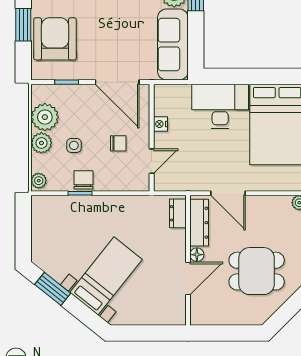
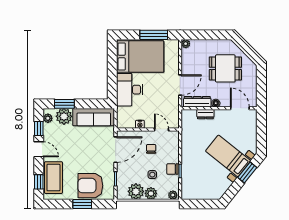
dresser: (178, 213) -> (205, 114), moved
dining table: (257, 271) -> (225, 68), turned 90
door: (188, 279) -> (240, 108), moved
window: (53, 289) -> (247, 172), moved

